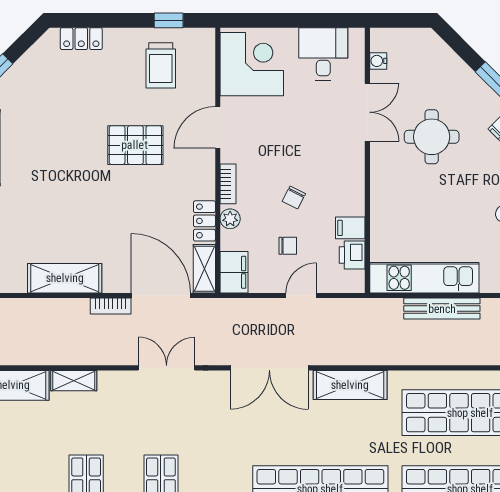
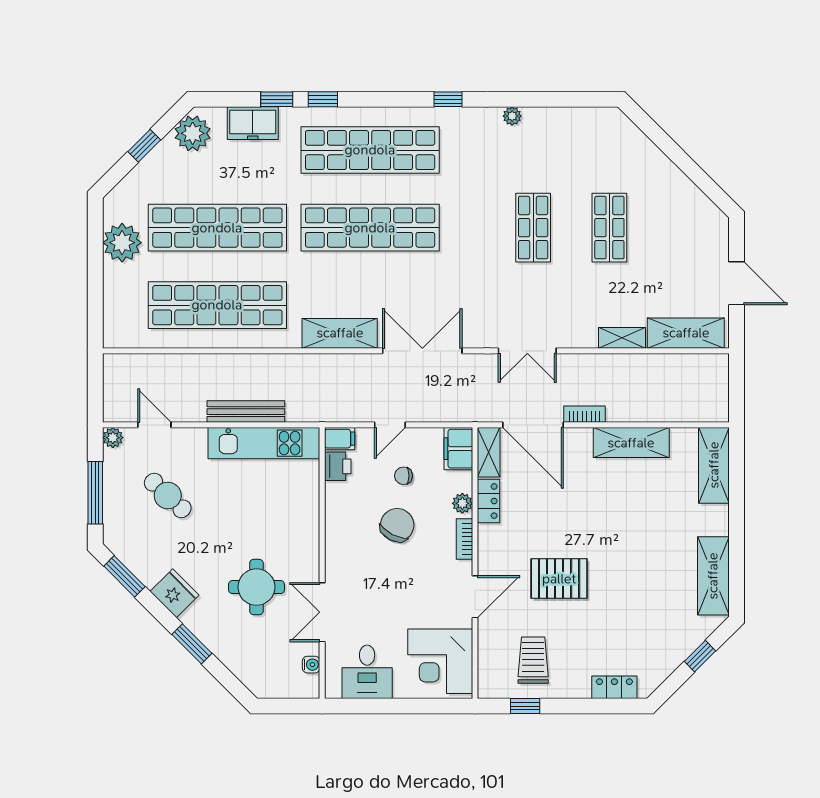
chair: (294, 197) -> (397, 525), width x1.87, depth x1.87
filing cabinet: (350, 228) -> (340, 439), moved

